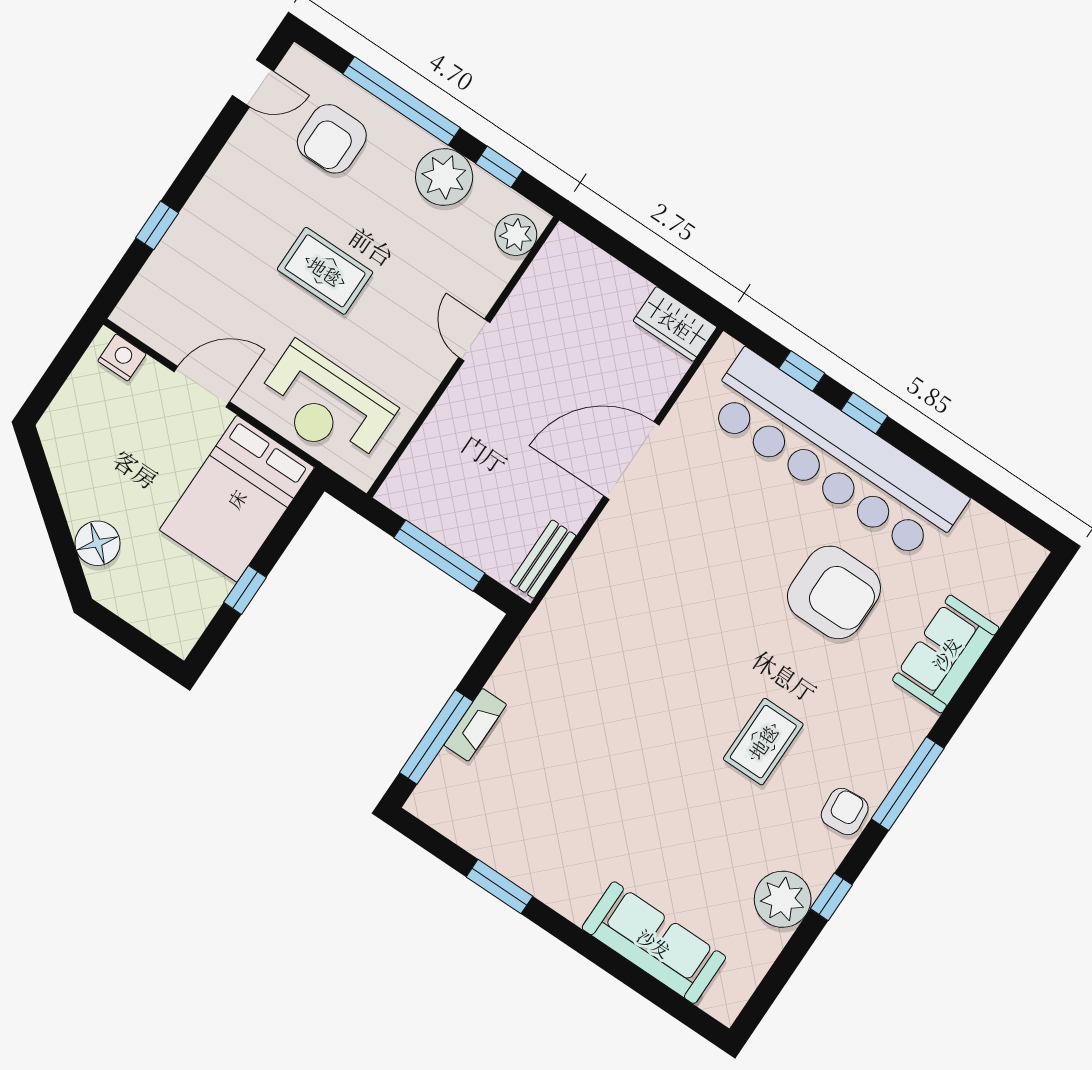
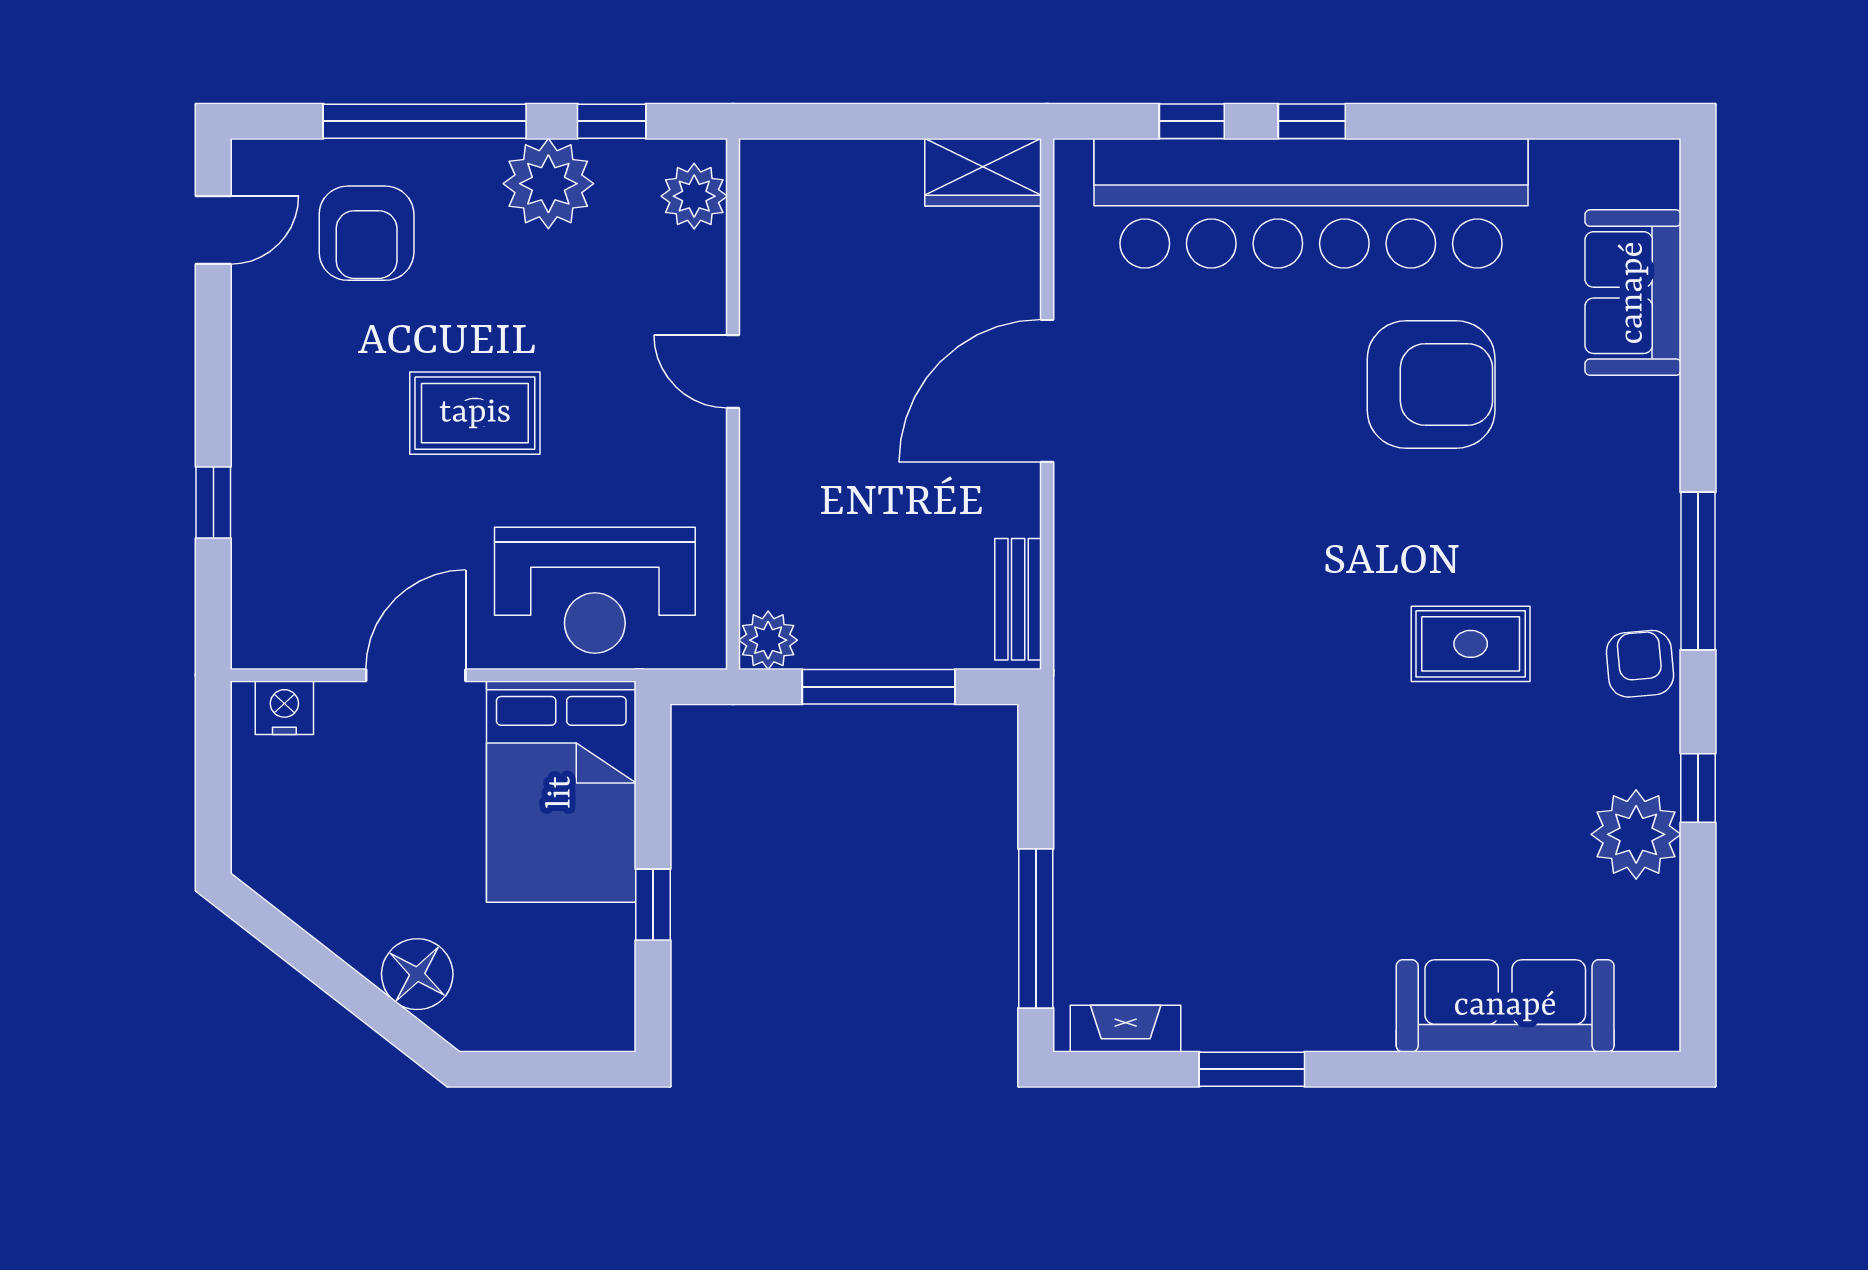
plant: (398, 492) -> (768, 640), added
sofa: (946, 654) -> (1633, 293), moved
fireplace: (475, 725) -> (1126, 1029), moved, turned -90
rug: (763, 742) -> (1471, 644), turned 90

